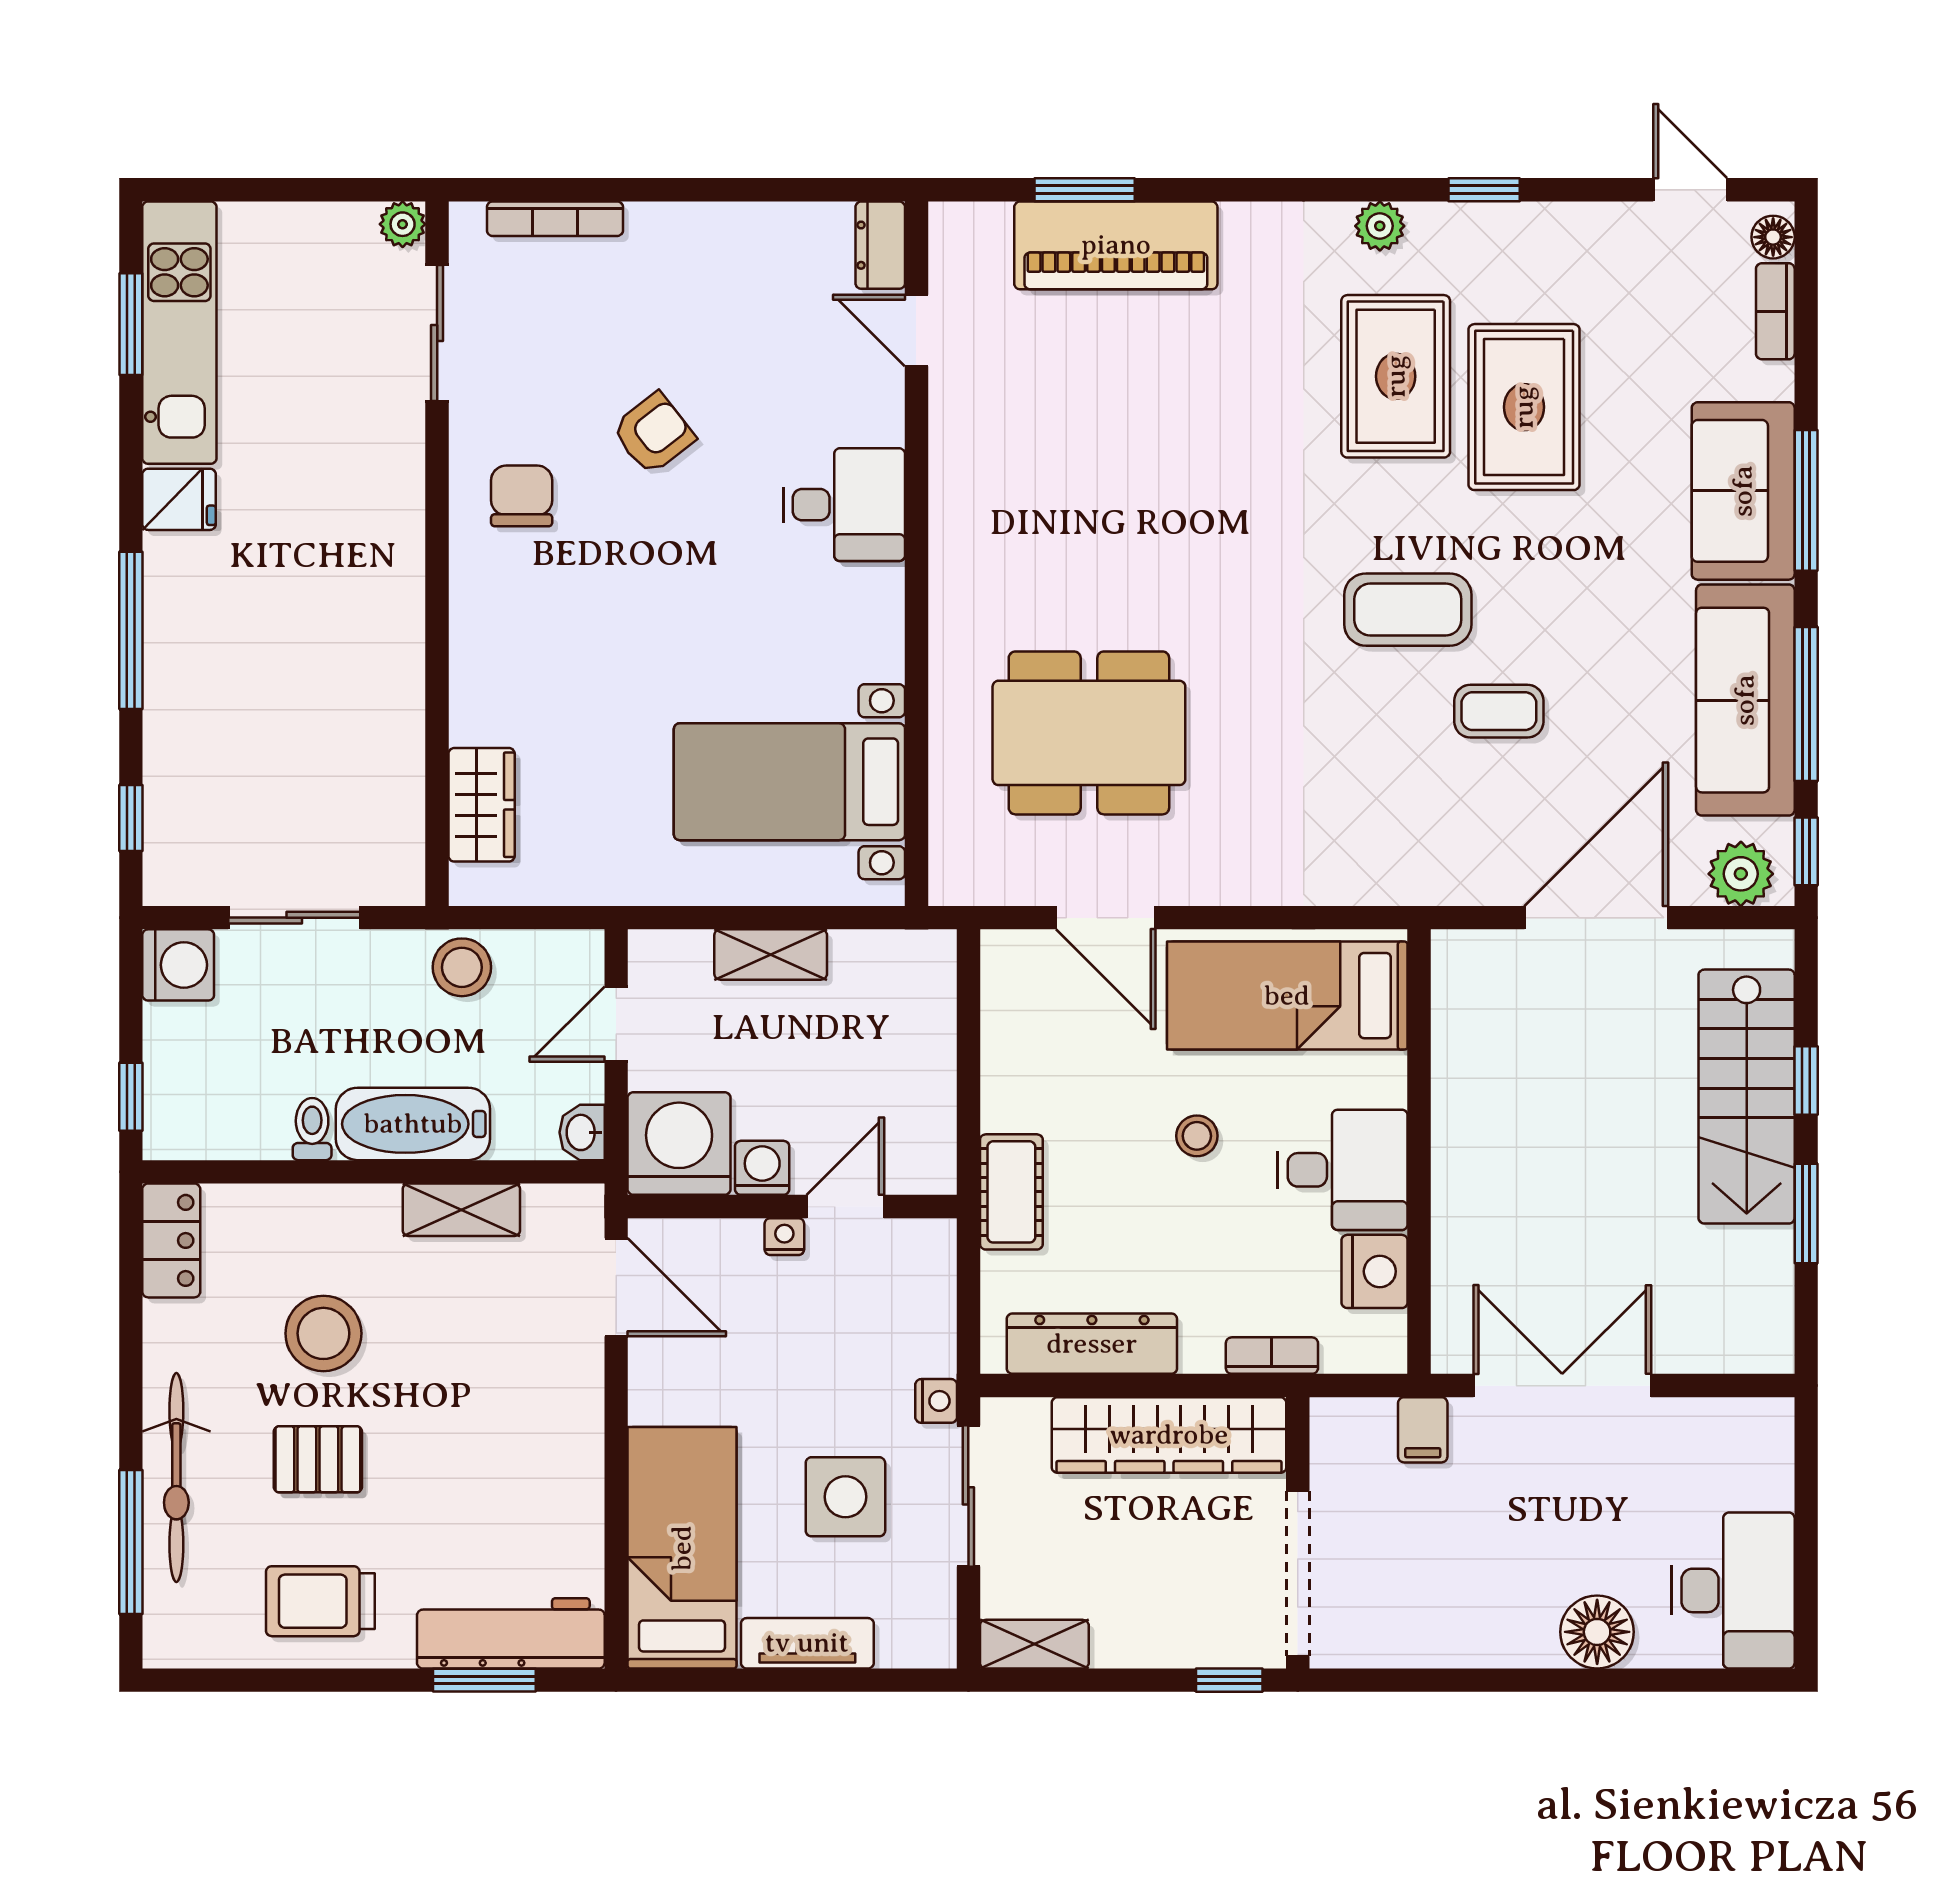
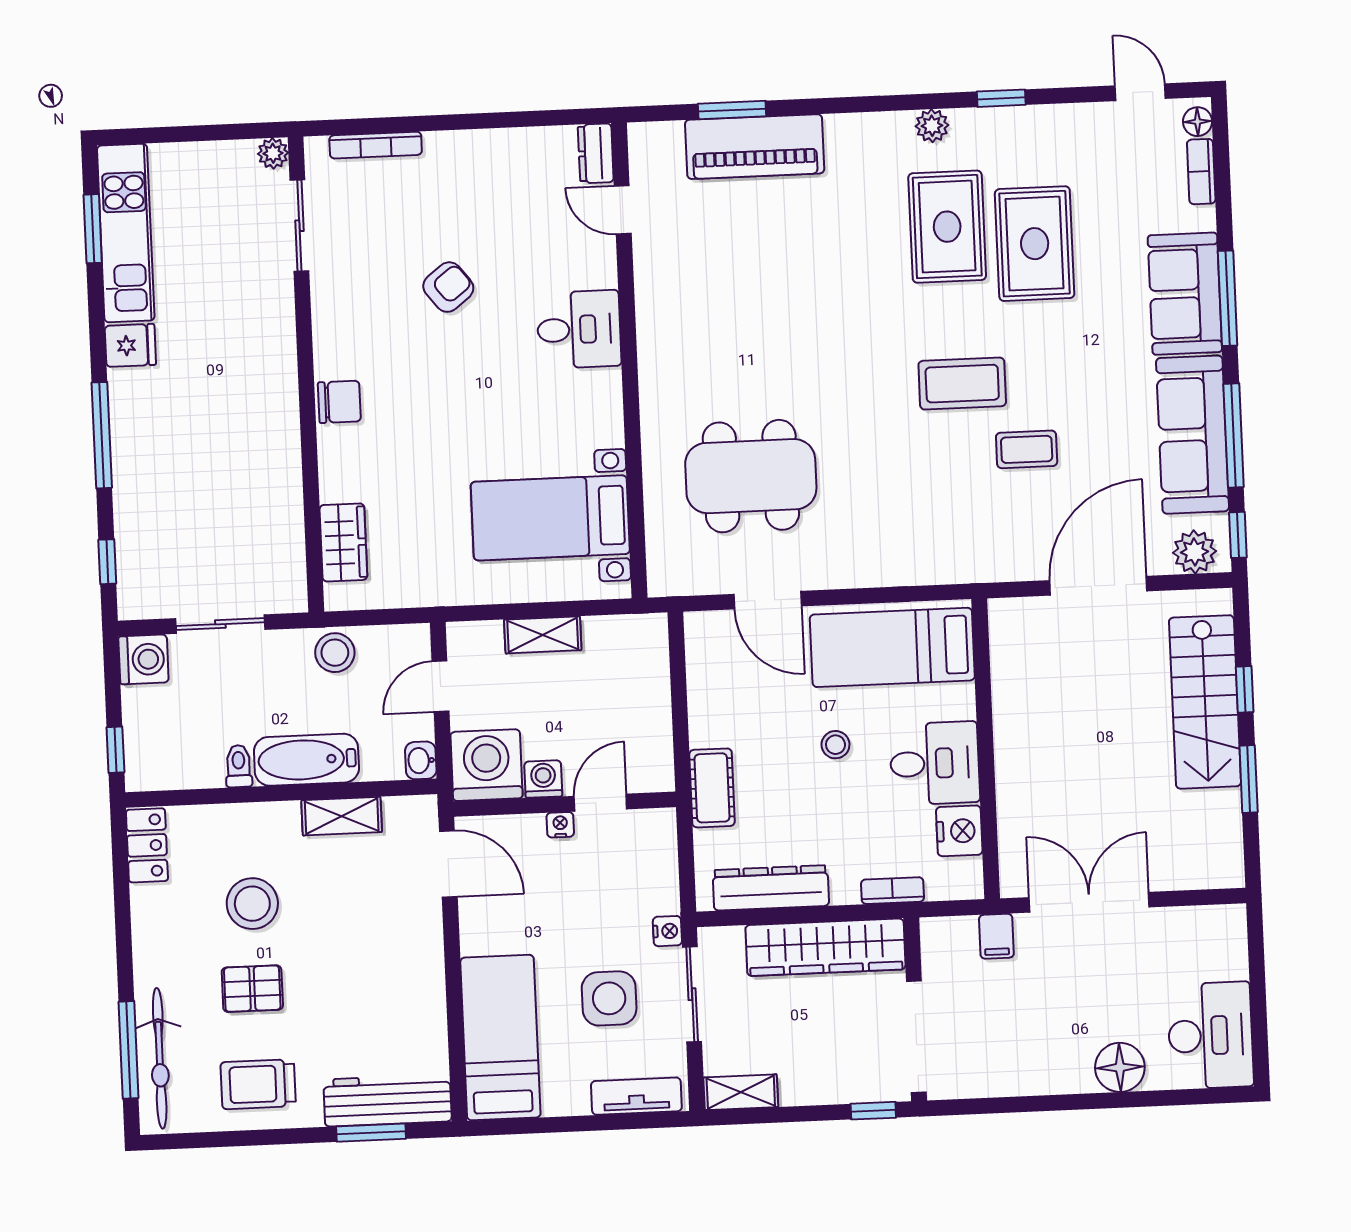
chair: (522, 496) -> (339, 402), moved, turned 90
bicycle: (176, 1478) -> (160, 1058), moved
tv unit: (807, 1643) -> (636, 1096), moved

